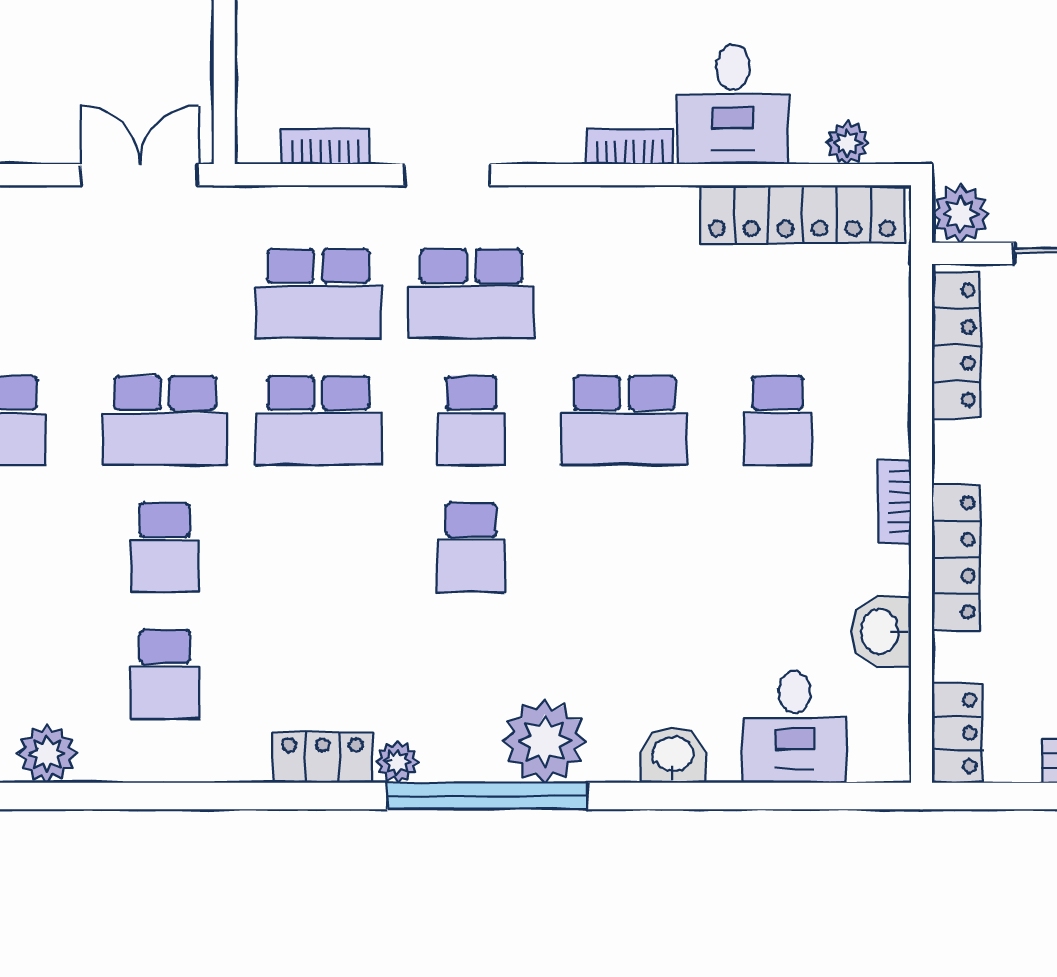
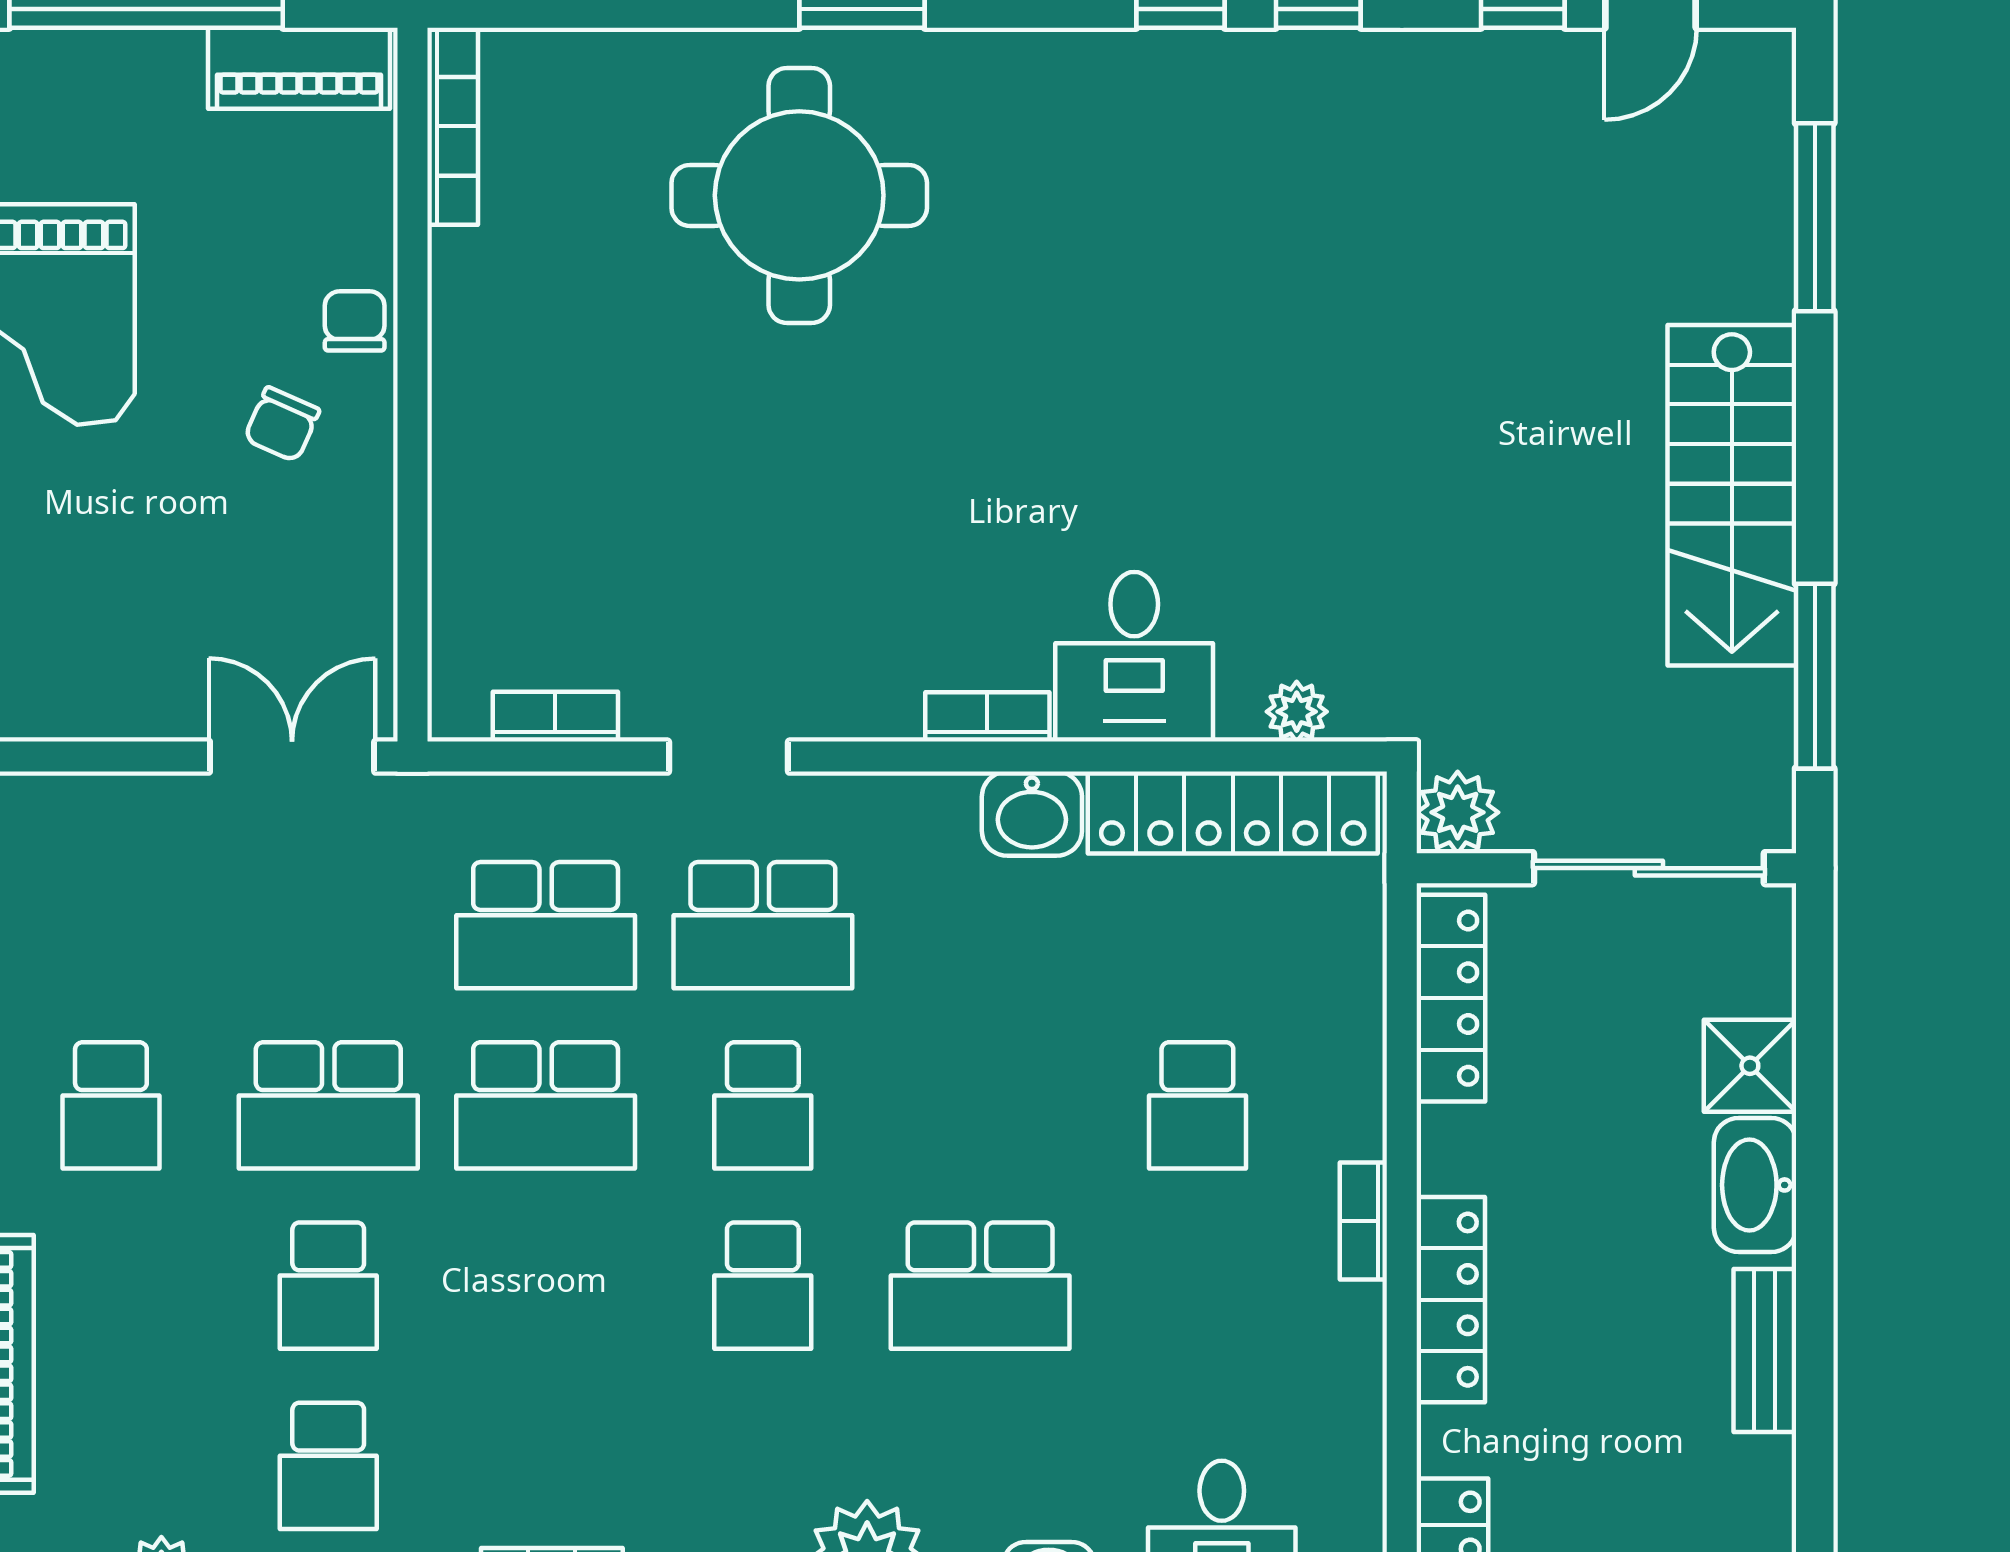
school desk: (624, 421) -> (980, 1286), moved
washbasin: (881, 631) -> (1032, 814), moved, turned -90

